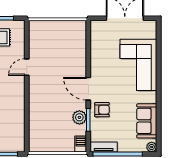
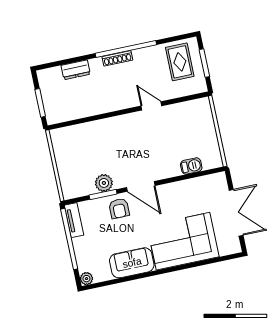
door: (88, 89) -> (141, 186), swing flipped
sofa: (147, 121) -> (132, 263), moved
barbecue: (81, 144) -> (191, 166), moved

